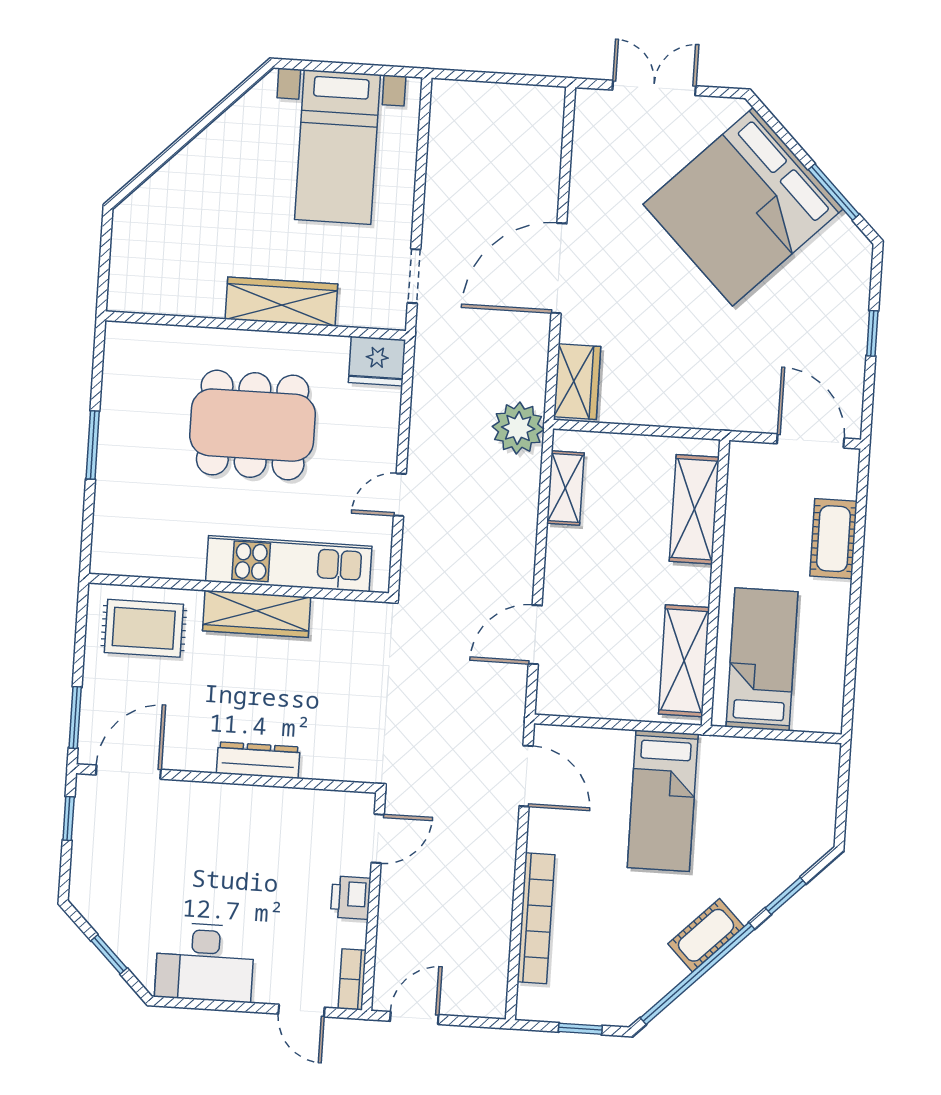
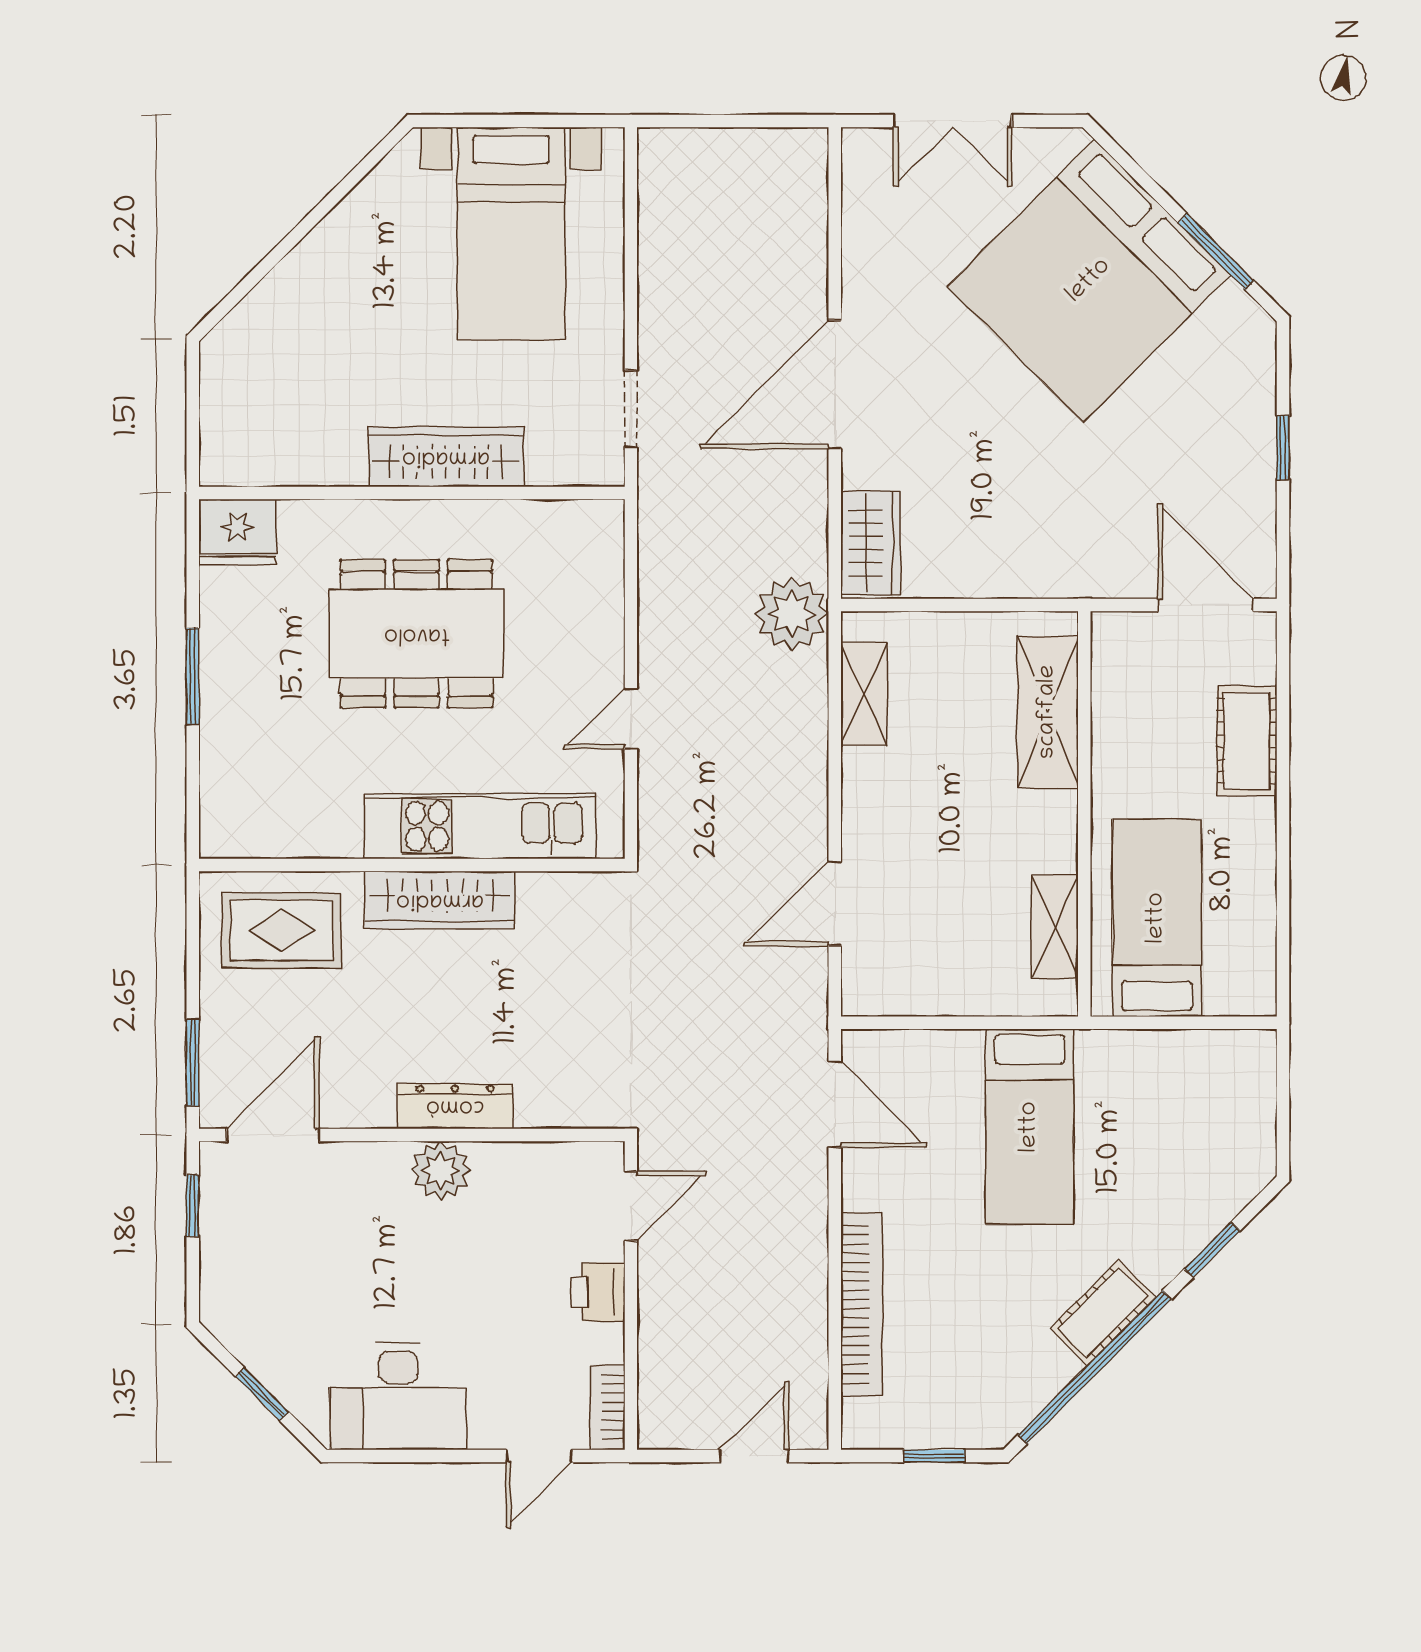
double door: (654, 88) -> (953, 121), swing flipped
fridge: (377, 361) -> (238, 532), moved
shelving: (684, 661) -> (1055, 927), width x0.67, depth x0.75
plant: (245, 805) -> (441, 1170), added
door: (301, 1011) -> (539, 1456), hinge flipped
door: (414, 1018) -> (754, 1456), moved

